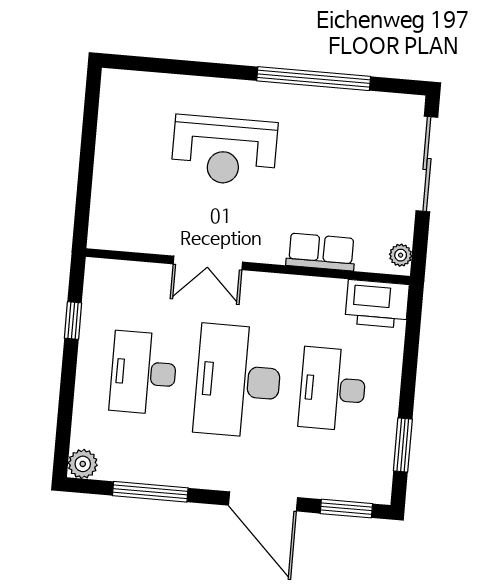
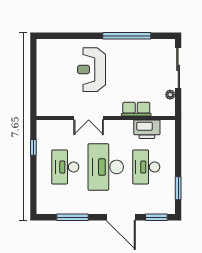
reception desk: (224, 151) -> (92, 70), turned 90
plant: (401, 255) -> (170, 95), moved
printer: (377, 304) -> (147, 129), moved
plant: (83, 464) -> (43, 208), removed

